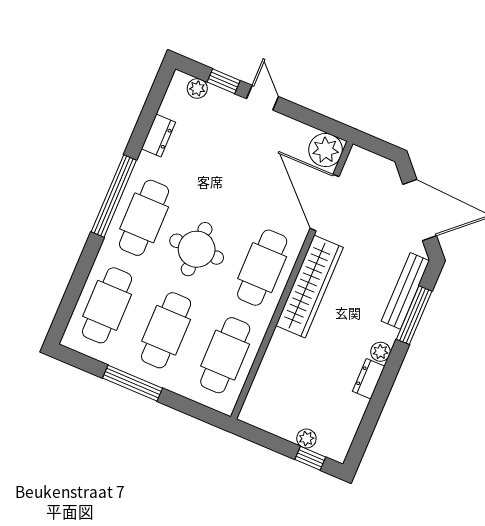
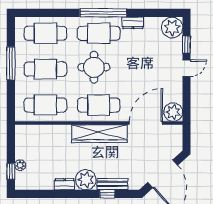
plant: (197, 88) -> (172, 28), width x1.87, depth x1.87
dresser: (159, 136) -> (133, 23), moved
bench: (405, 291) -> (112, 184), width x0.73
window: (414, 315) -> (107, 194), width x0.46
plant: (380, 352) -> (86, 180), width x1.87, depth x1.87

